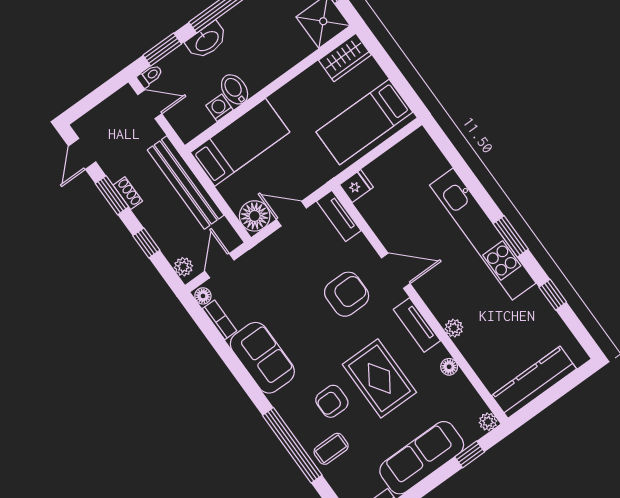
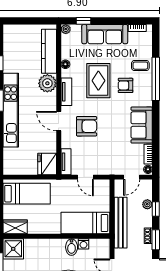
fridge: (356, 186) -> (47, 164), width x1.88, depth x1.34
floor lamp: (255, 216) -> (102, 187), removed
plant: (183, 267) -> (147, 204), moved
armchair: (347, 294) -> (87, 126), turned 180
plant: (454, 328) -> (47, 83), width x1.88, depth x1.88
kitchen counter: (534, 382) -> (49, 51), moved, turned 90
armchair: (332, 401) -> (126, 85), turned 180

